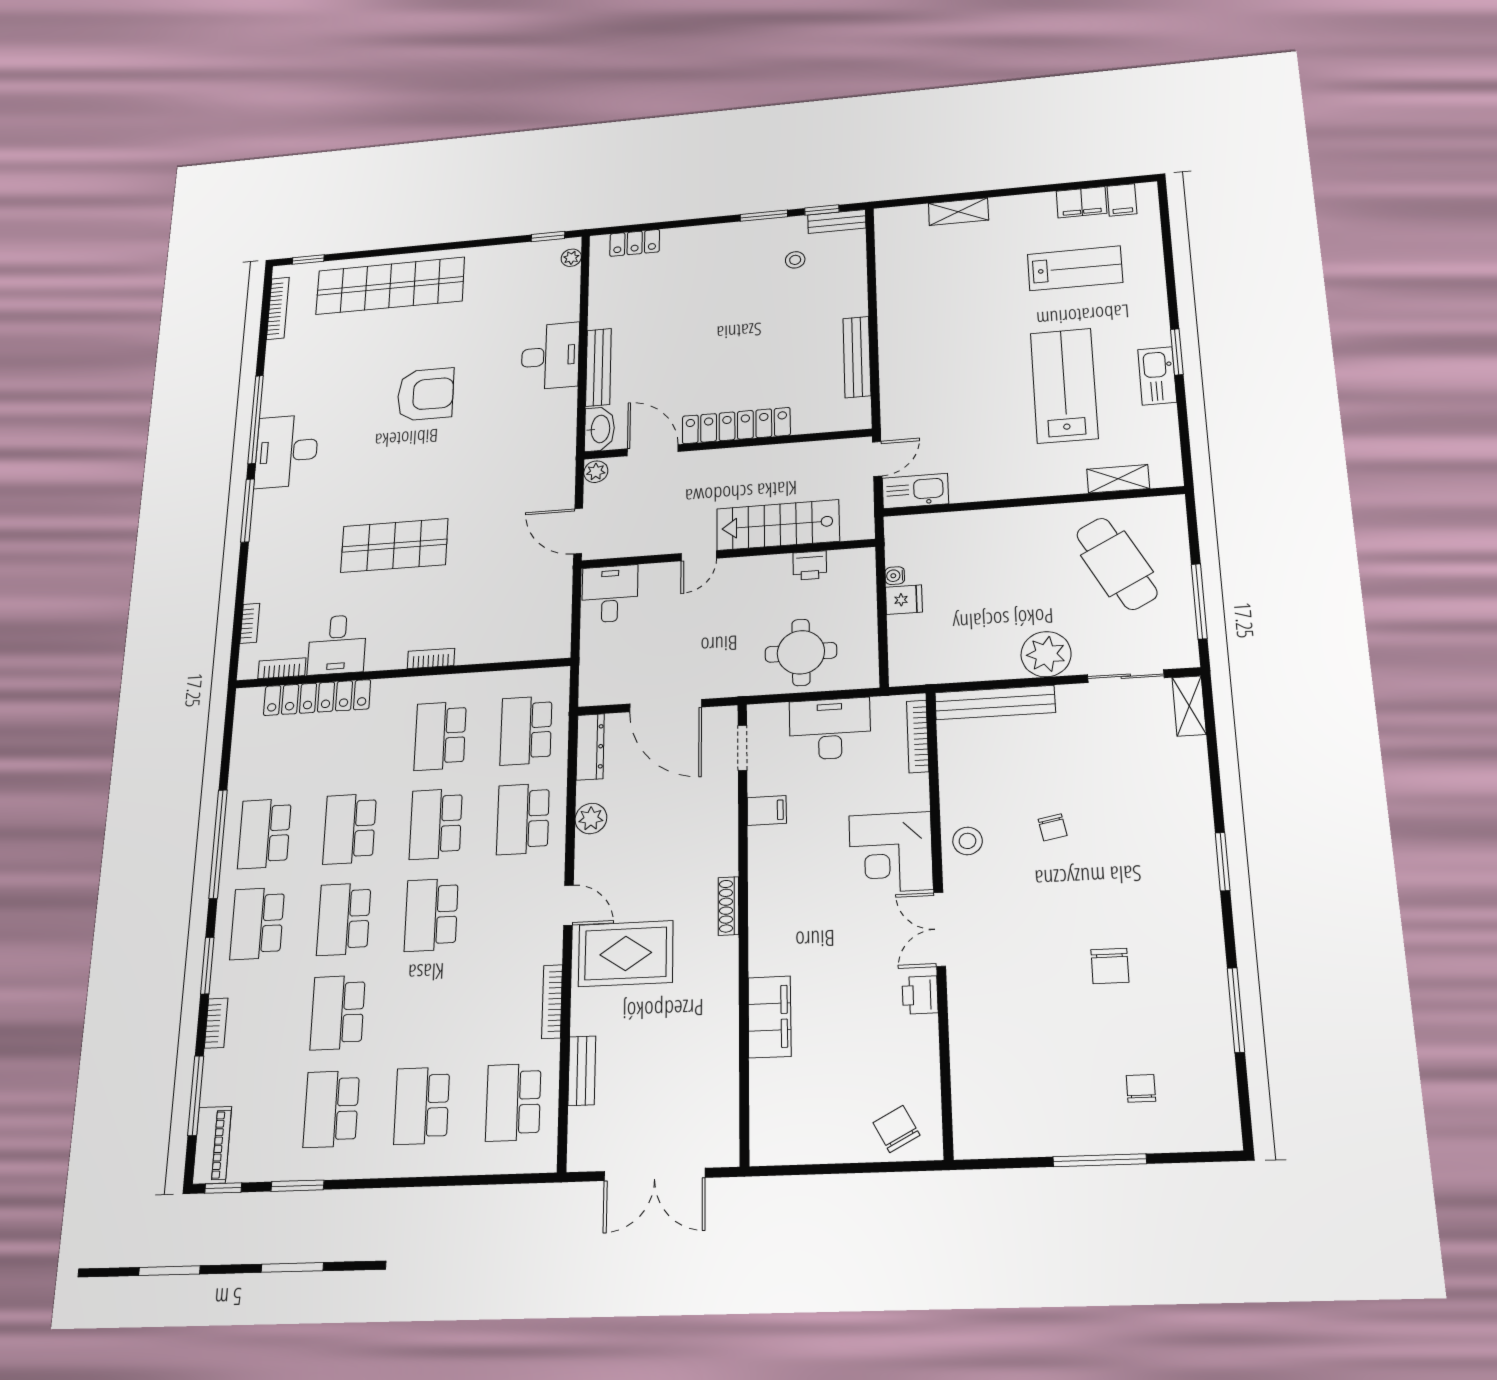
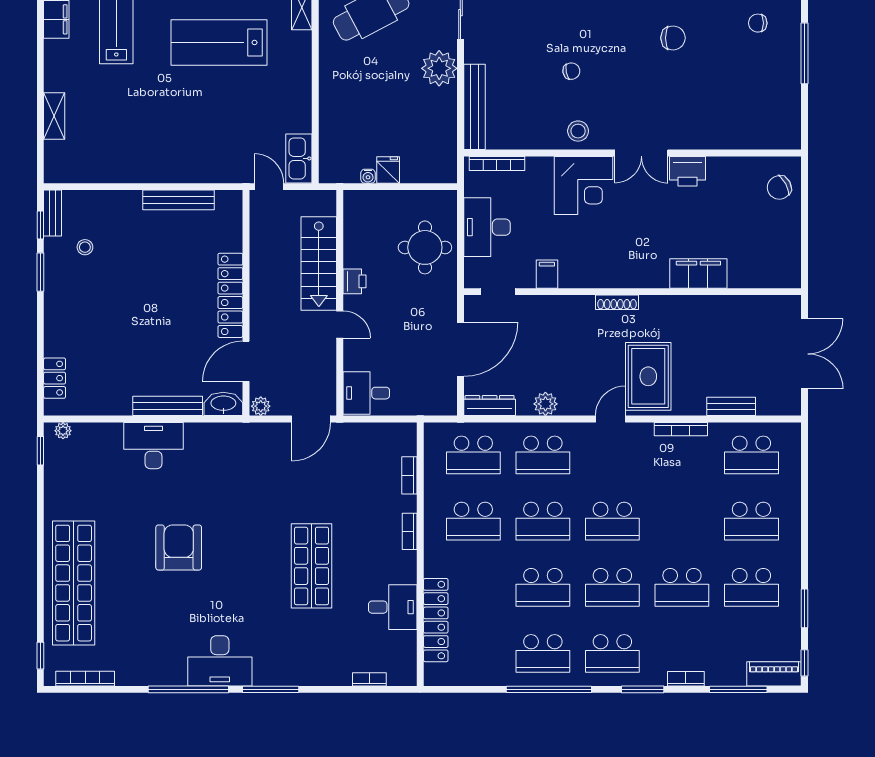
printer: (810, 565) -> (355, 281), moved
bookcase: (282, 668) -> (409, 475), moved
printer: (920, 995) -> (688, 171), width x1.36, depth x1.24

